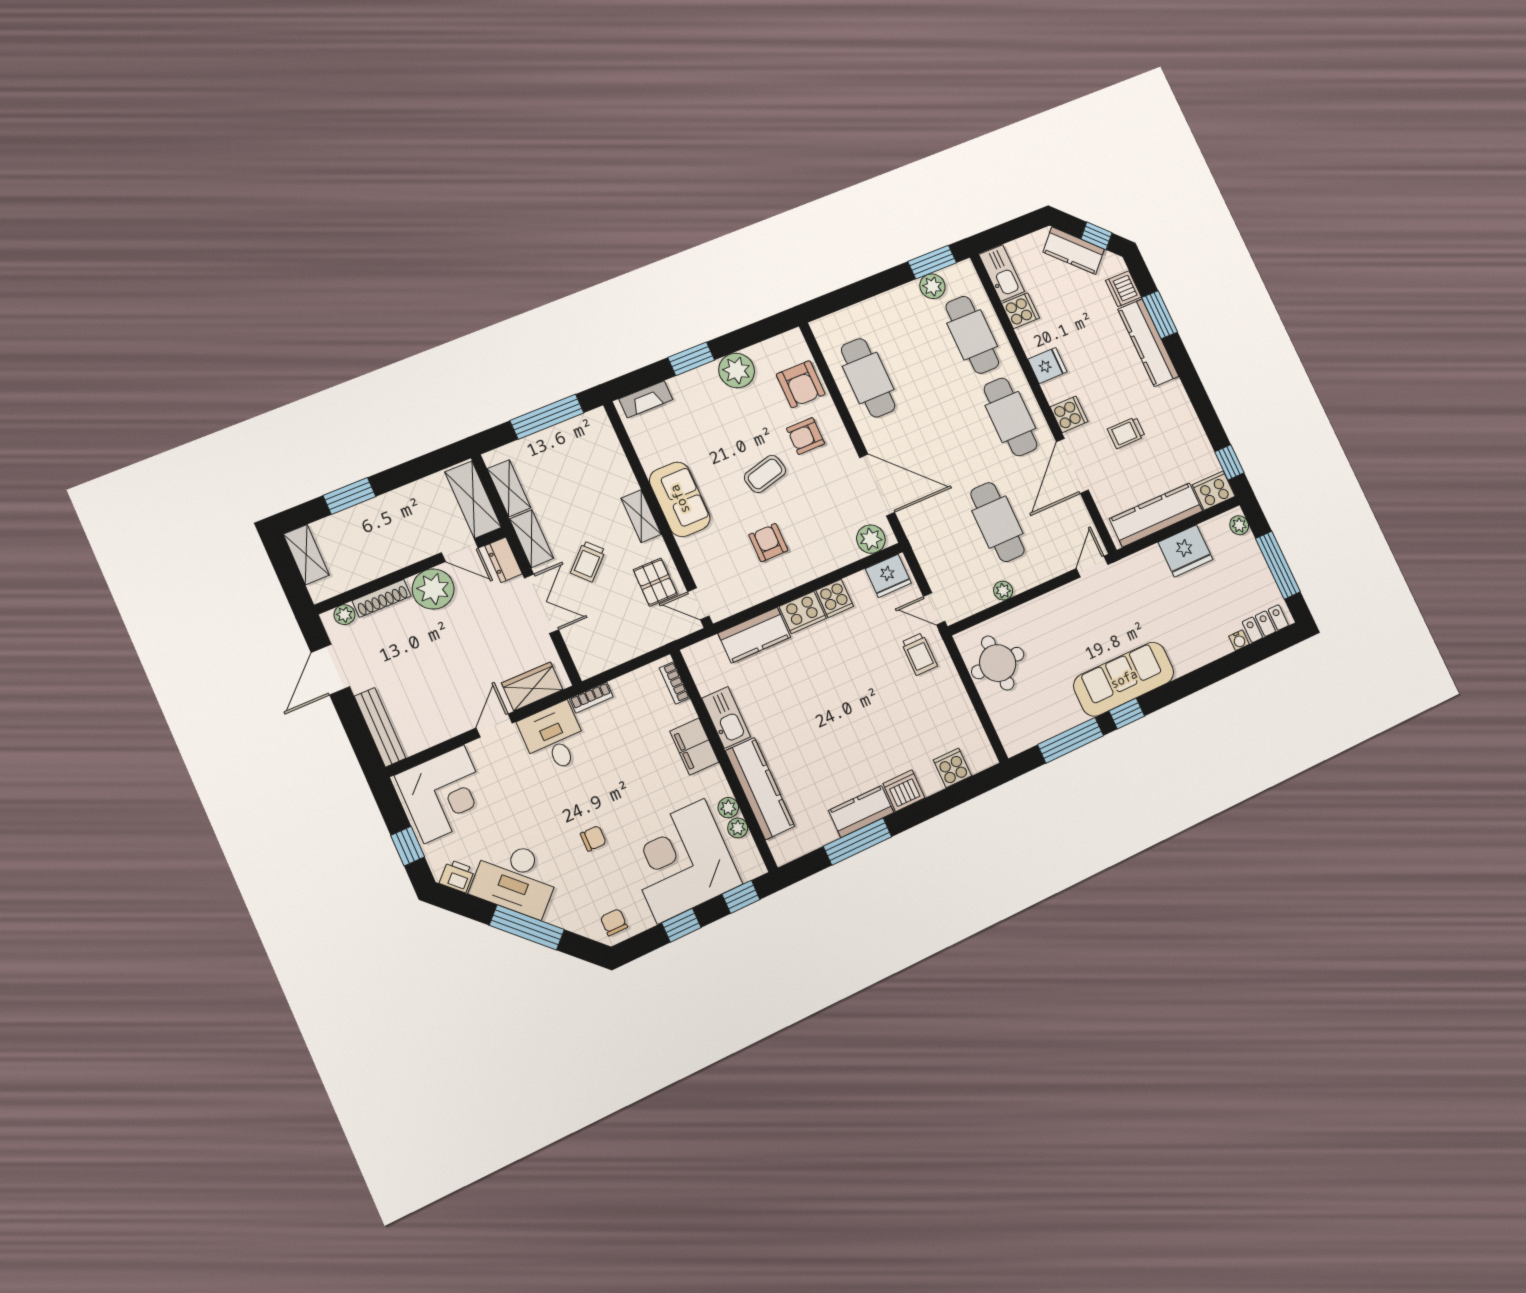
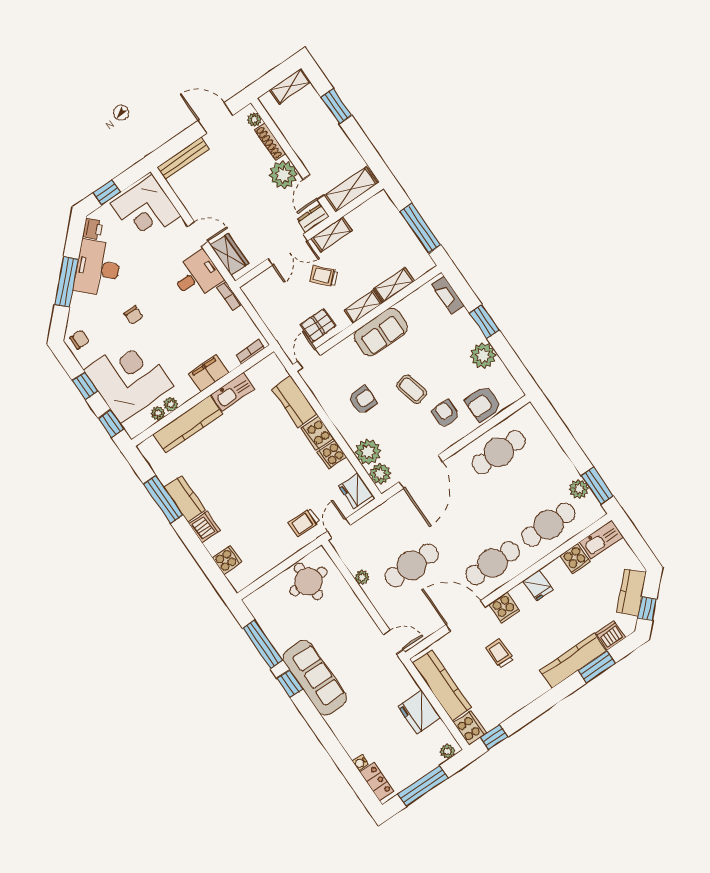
shelving: (509, 488) -> (394, 285), moved
plant: (839, 549) -> (368, 452), added

